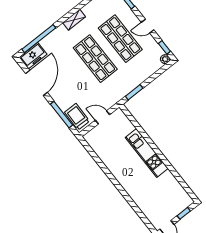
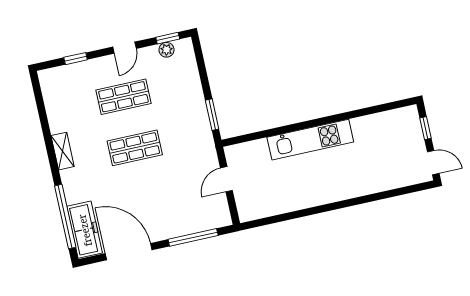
shop shelf: (120, 39) -> (123, 97), width x0.70, depth x0.74
freezer: (33, 56) -> (85, 230), width x1.40
shop shelf: (95, 59) -> (135, 148), width x0.70, depth x0.74
plant: (165, 59) -> (166, 50), moved
trolley: (77, 117) -> (207, 216), removed

